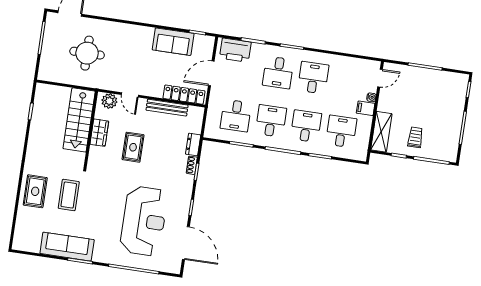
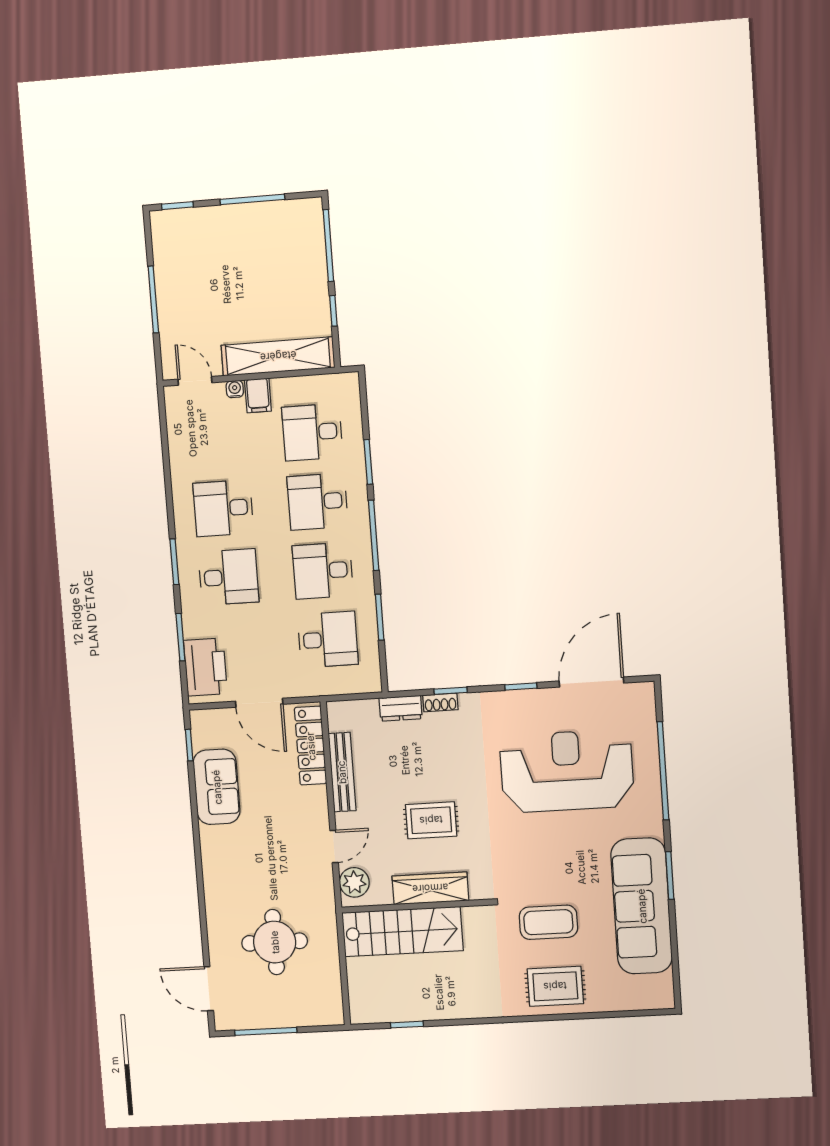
shelving: (381, 132) -> (278, 356), width x1.47
wardrobe: (99, 133) -> (430, 888), width x1.50
trolley: (415, 137) -> (291, 287), removed
sofa: (67, 247) -> (642, 906), width x1.36, depth x1.27

